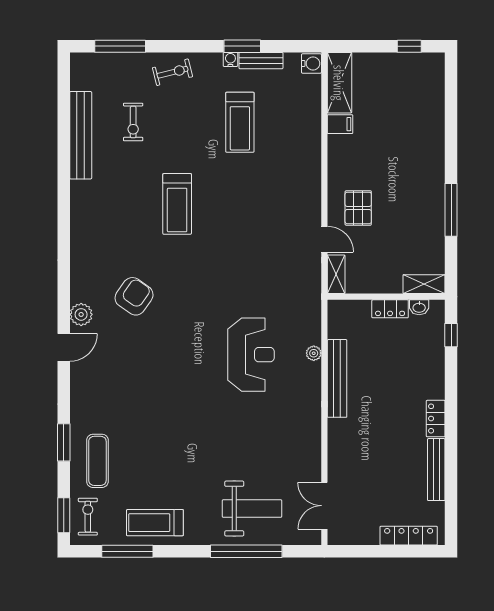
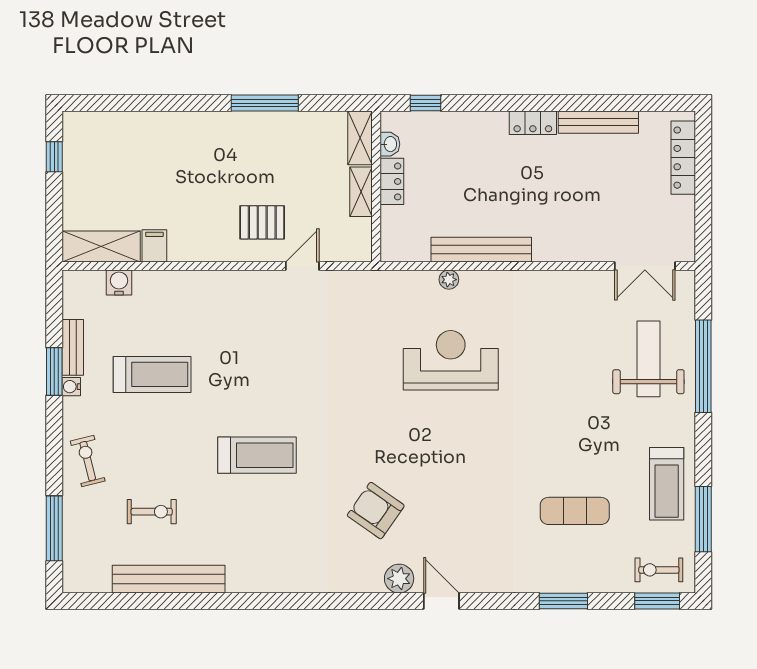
water cooler: (311, 63) -> (119, 282), moved
shelving: (336, 274) -> (361, 192), moved, turned 90
exercise mat: (97, 461) -> (575, 511), moved

